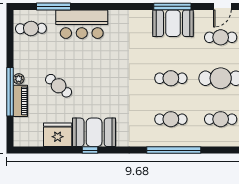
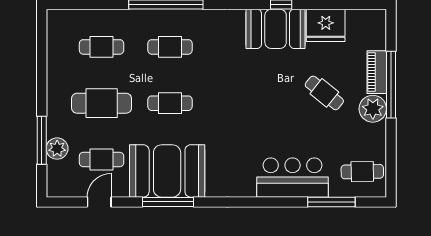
booth: (173, 23) -> (167, 171), width x1.36, depth x1.42
plant: (19, 79) -> (373, 109), width x1.87, depth x1.87

